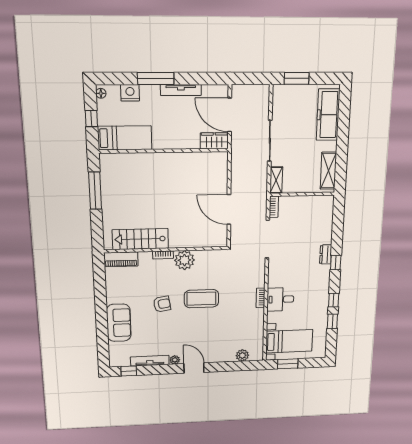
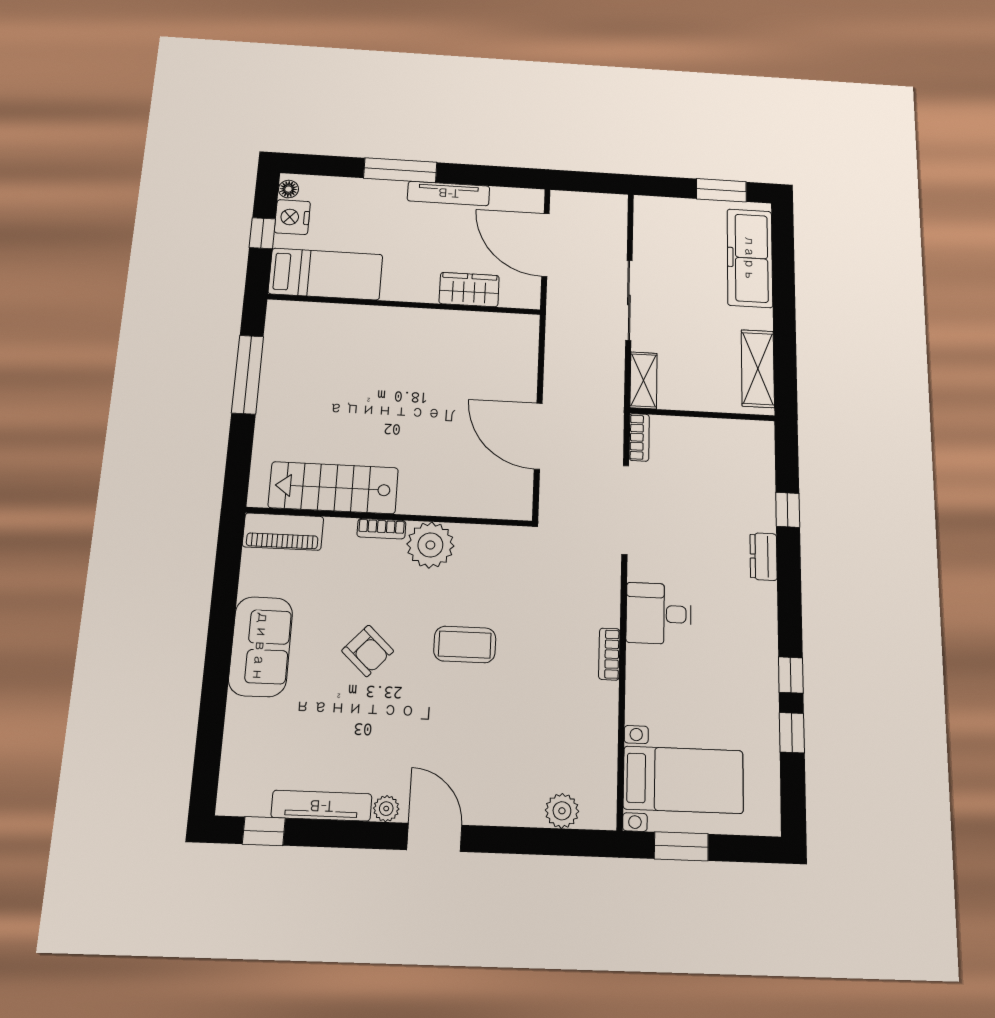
window: (297, 78) -> (721, 190), moved
nightstand: (130, 93) -> (292, 217), moved, turned -90
wardrobe: (214, 141) -> (469, 290), moved
window: (336, 263) -> (788, 510), moved
coffee table: (201, 299) -> (465, 645), width x0.73, depth x0.76
desk: (280, 299) -> (659, 614), moved
armchair: (162, 304) -> (368, 651), turned 53
sofa: (119, 323) -> (261, 646), moved

